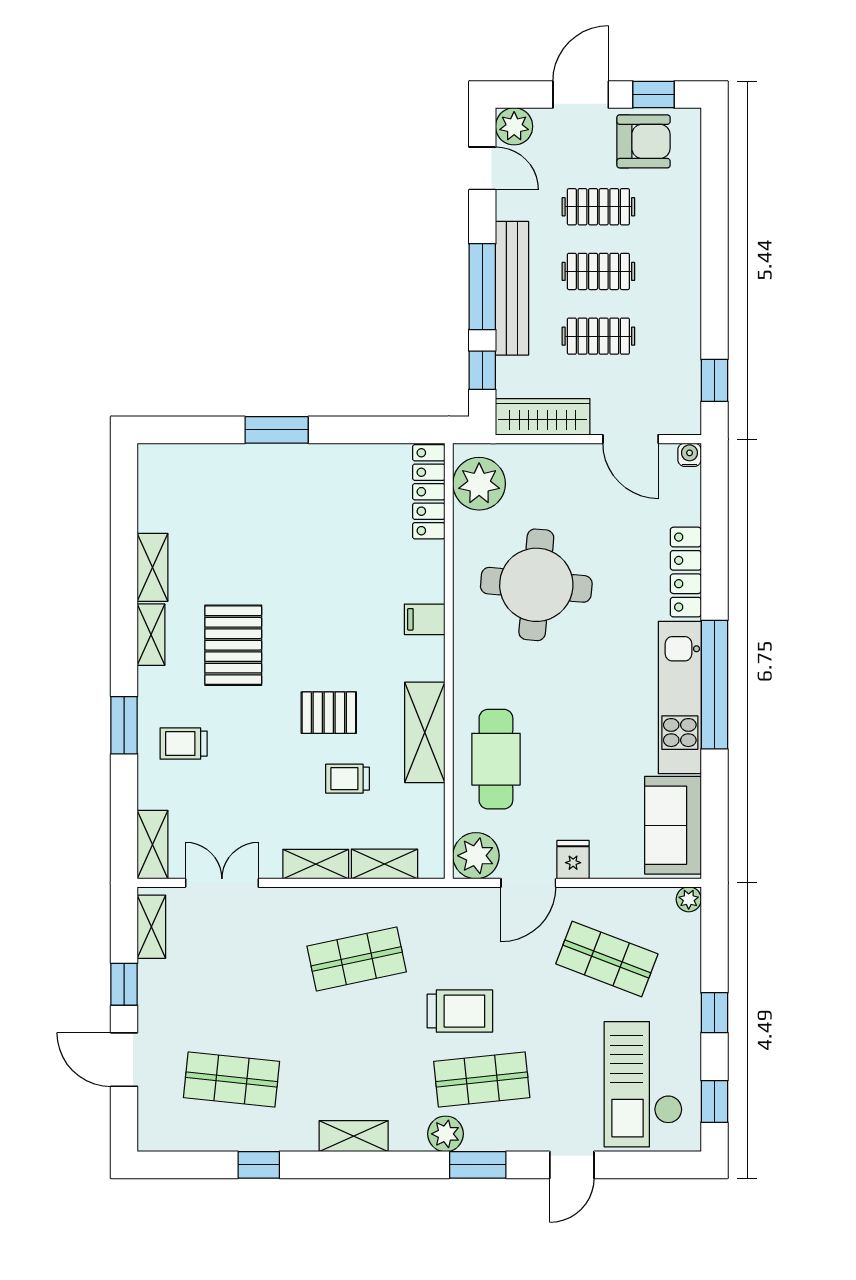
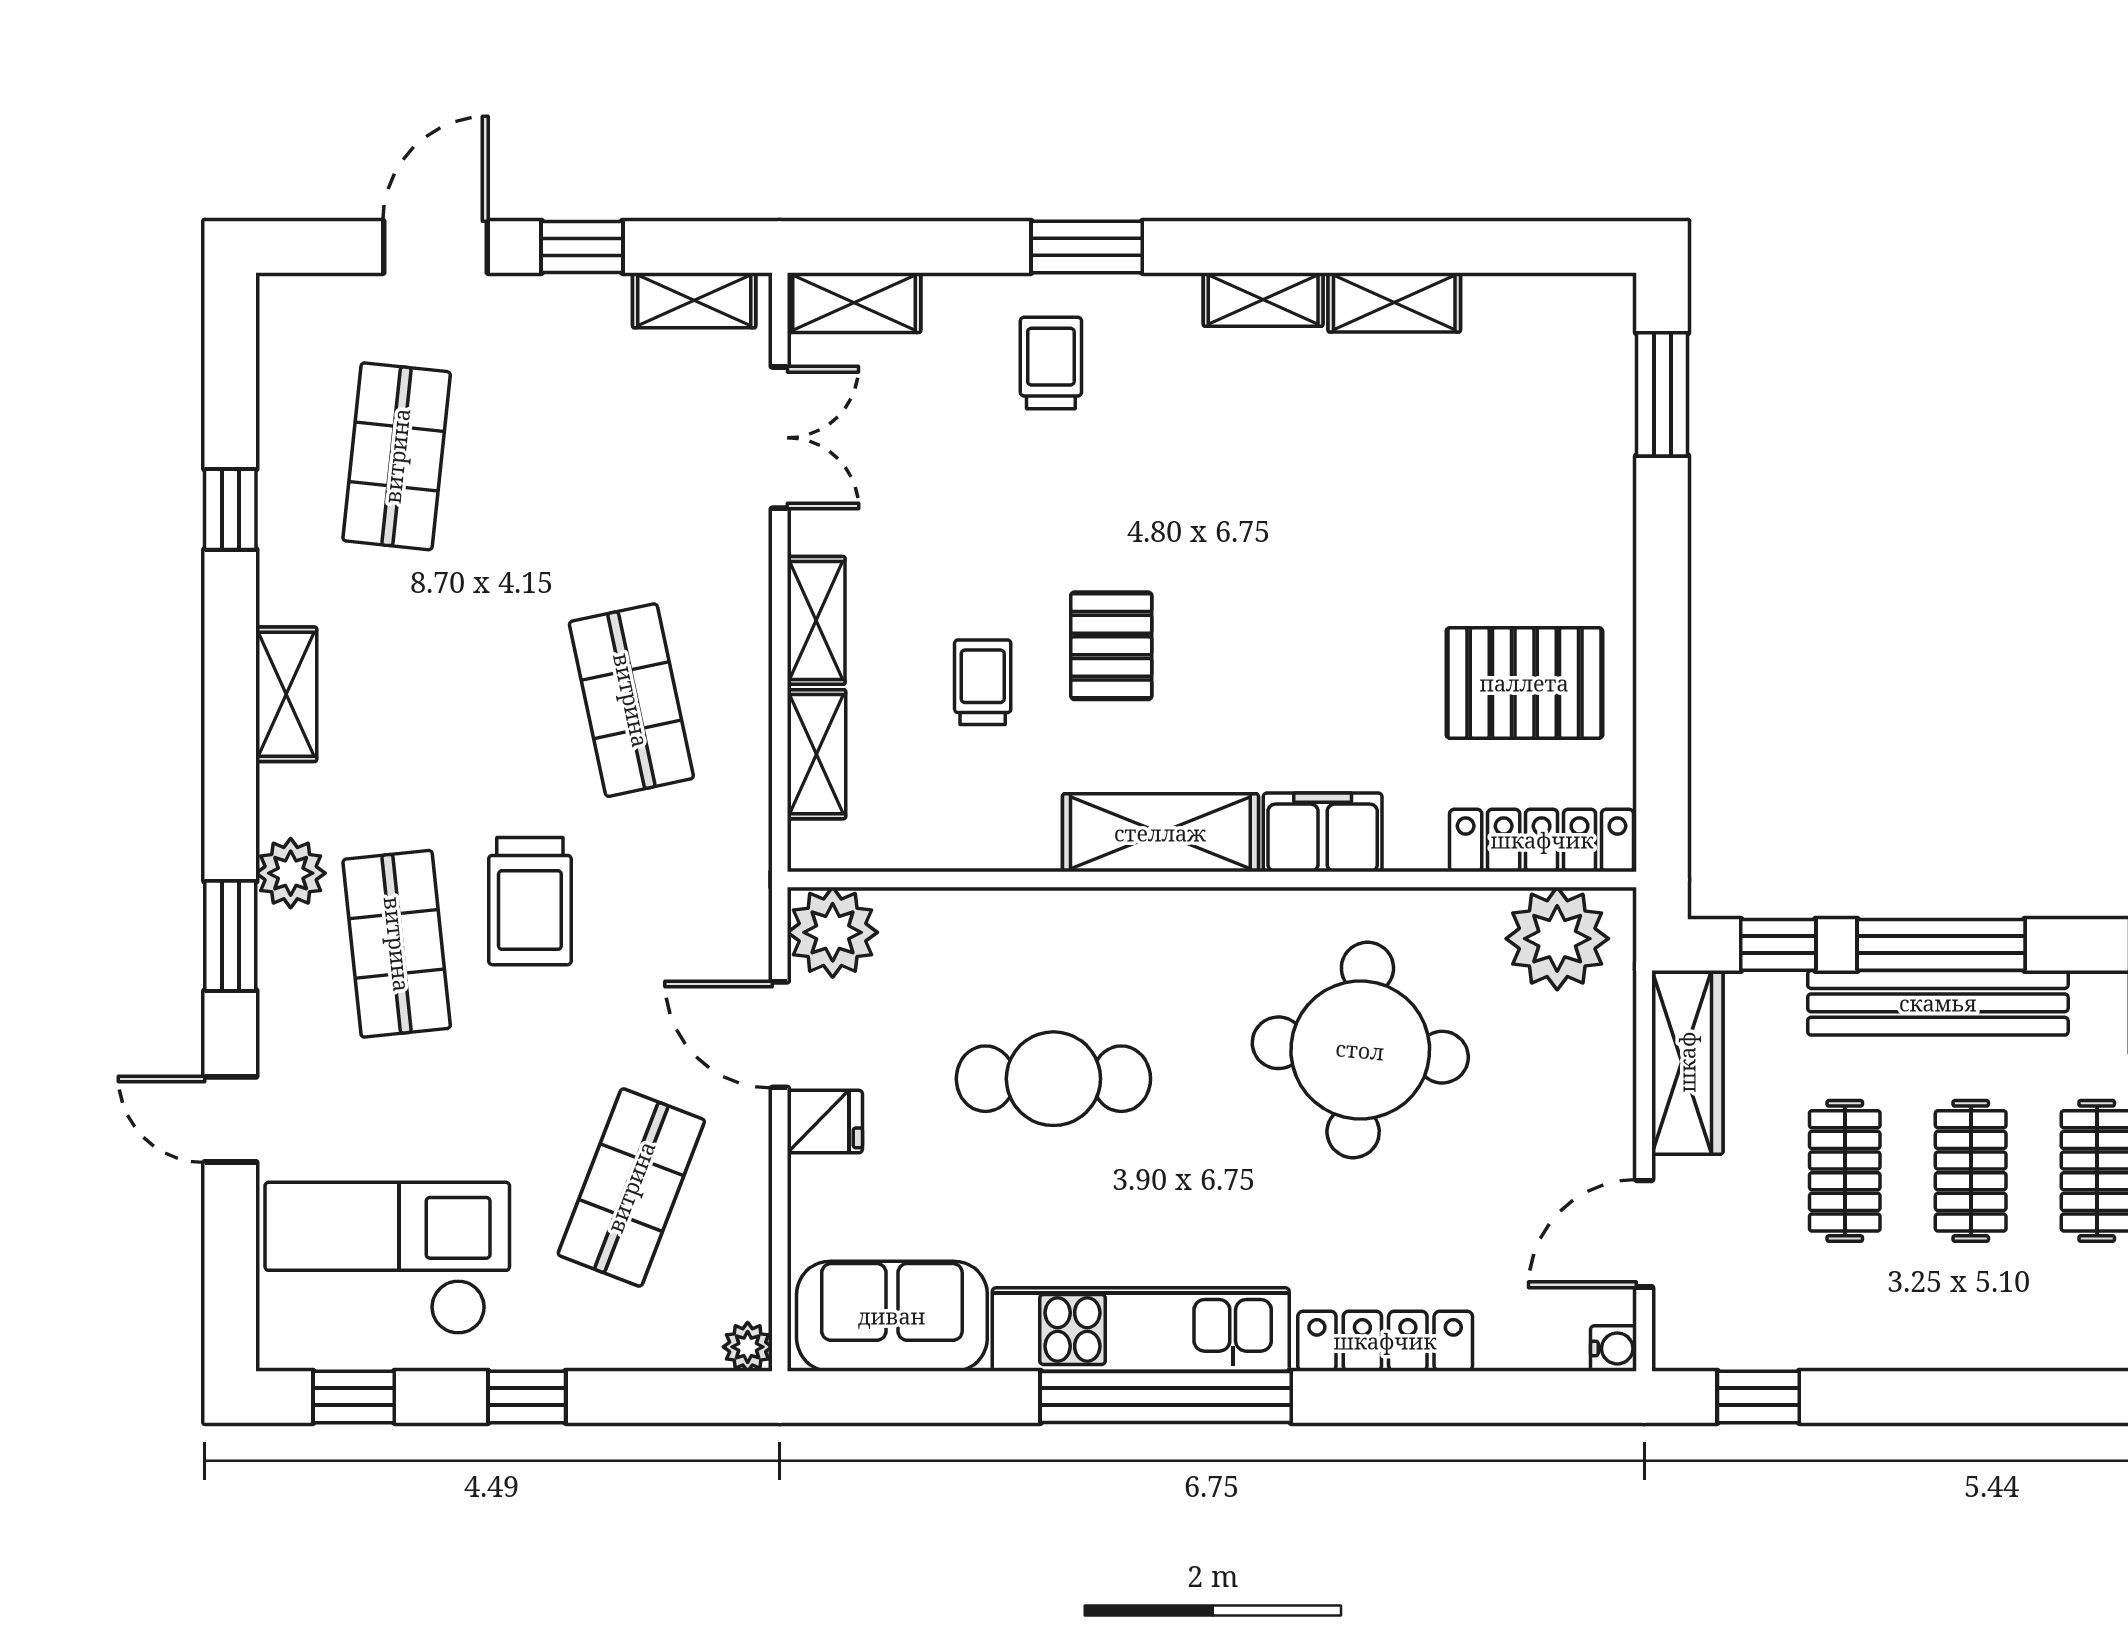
window: (277, 430) -> (1662, 394), moved
filing cabinet: (425, 619) -> (1323, 832), width x2.00
pallet: (233, 645) -> (1524, 683), moved
shelving: (425, 732) -> (1160, 833), moved
cafe table: (496, 759) -> (1053, 1079), moved

